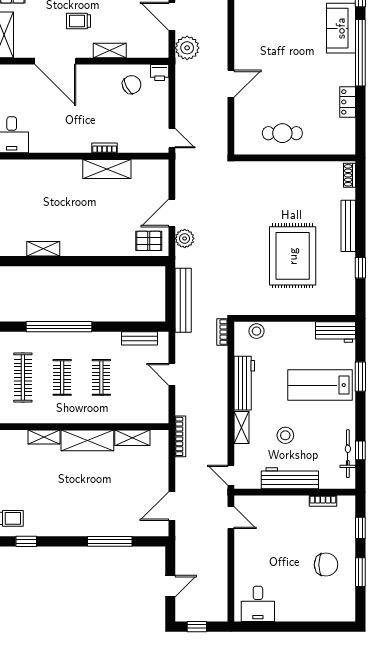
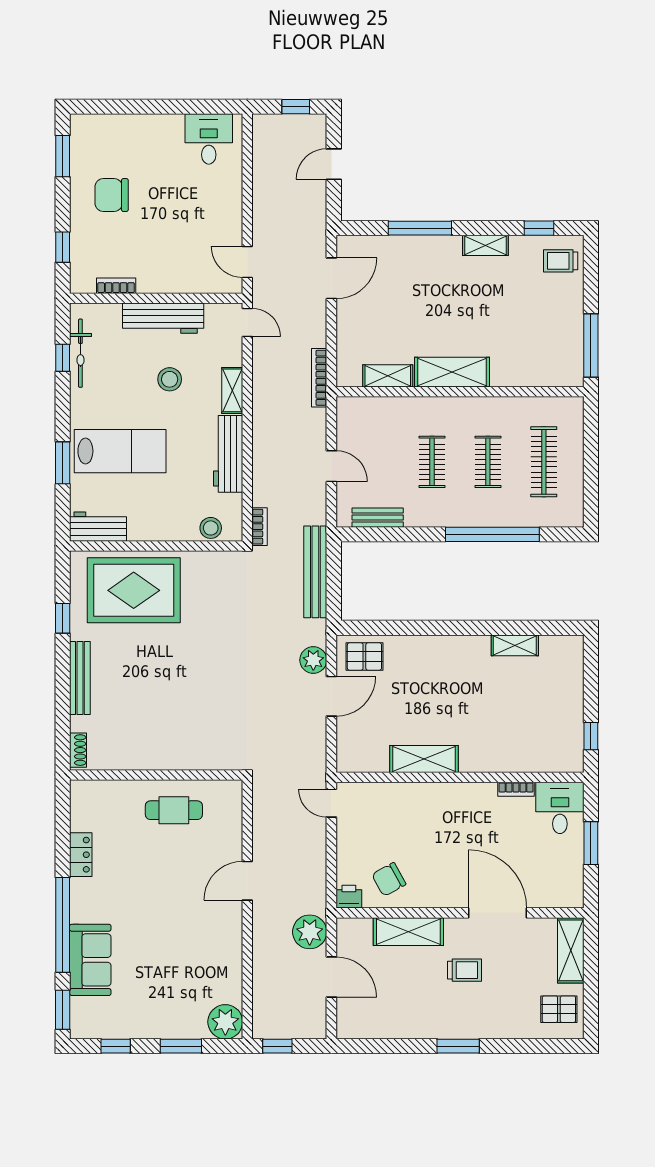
shelving: (110, 51) -> (408, 932), width x1.50, depth x1.33
bookcase: (105, 148) -> (516, 789), moved
rug: (293, 256) -> (134, 590), moved, turned 90
shelving: (44, 437) -> (485, 245), moved
window: (360, 572) -> (63, 156), moved

